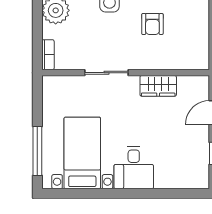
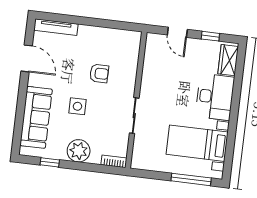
wardrobe: (158, 86) -> (228, 60), moved, turned 180
desk: (134, 168) -> (215, 97), width x1.37

